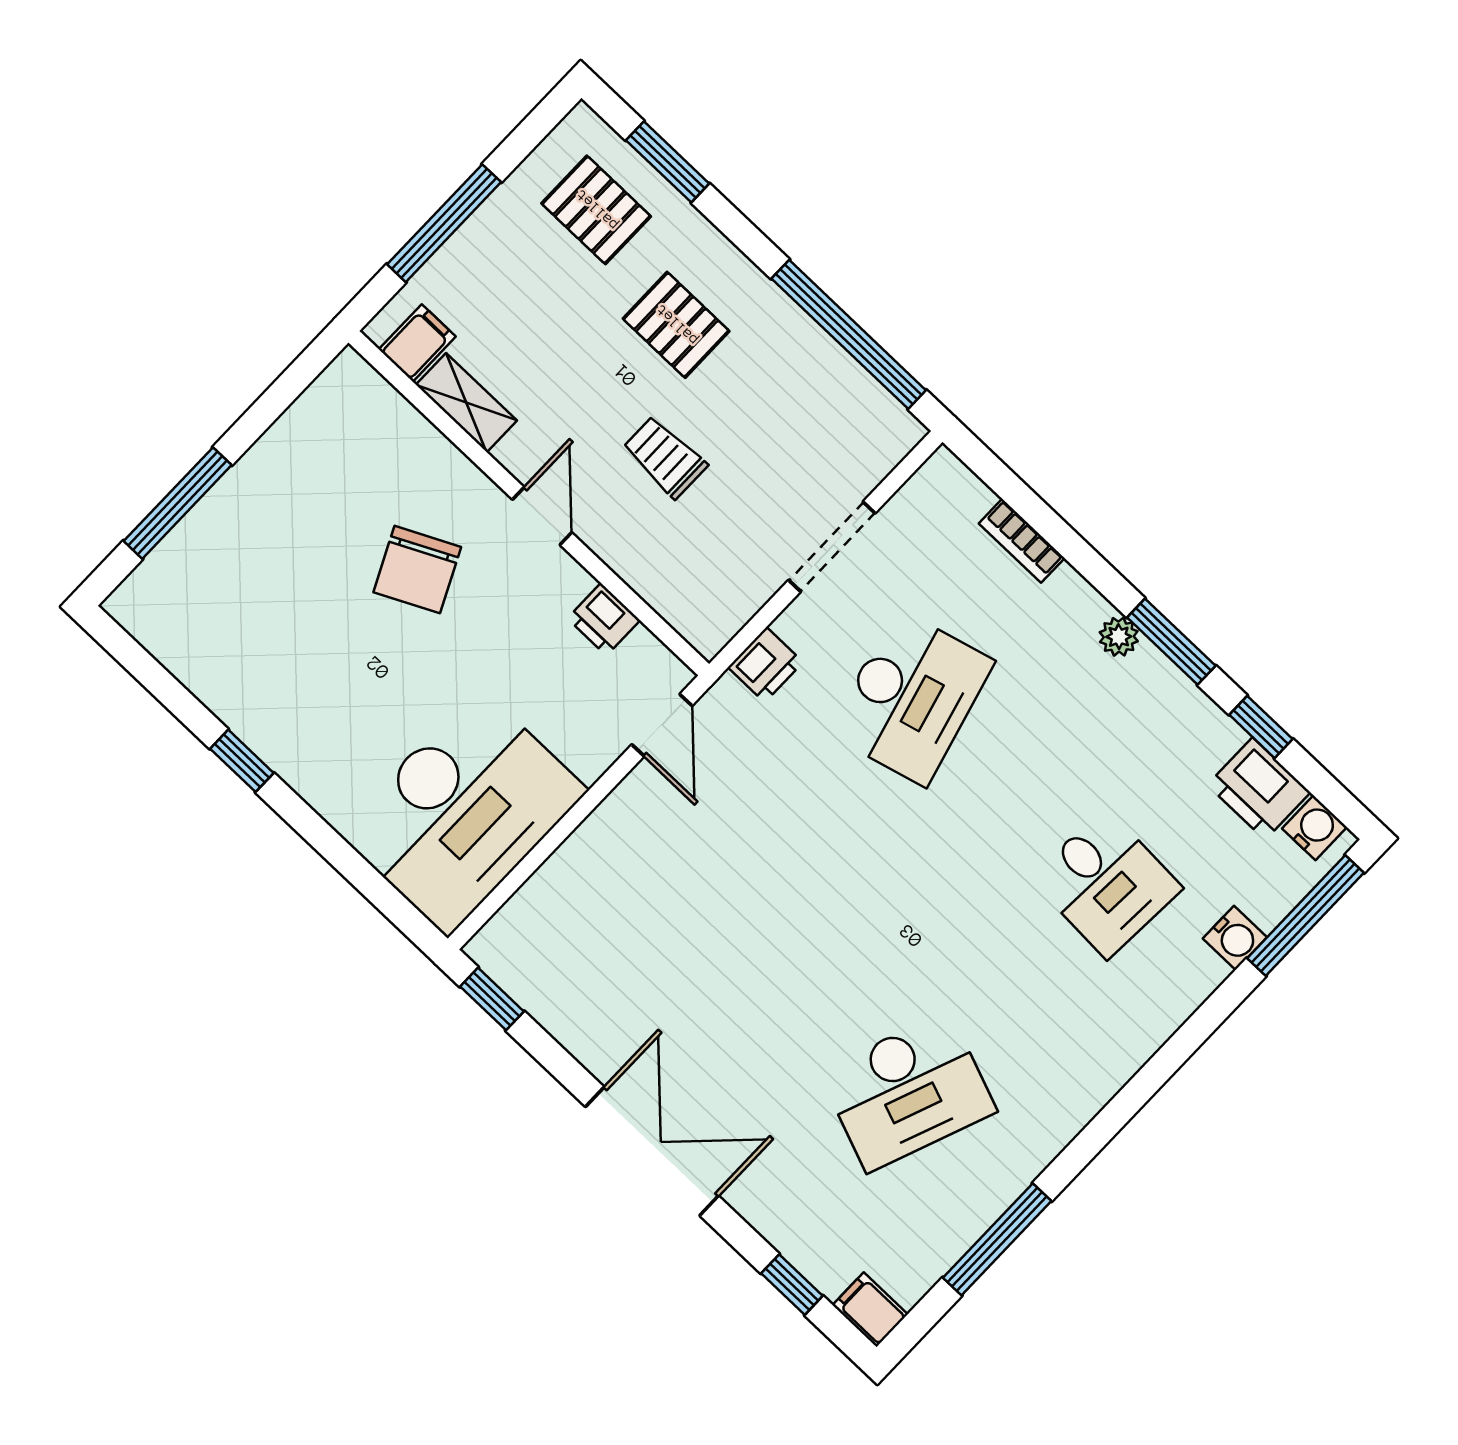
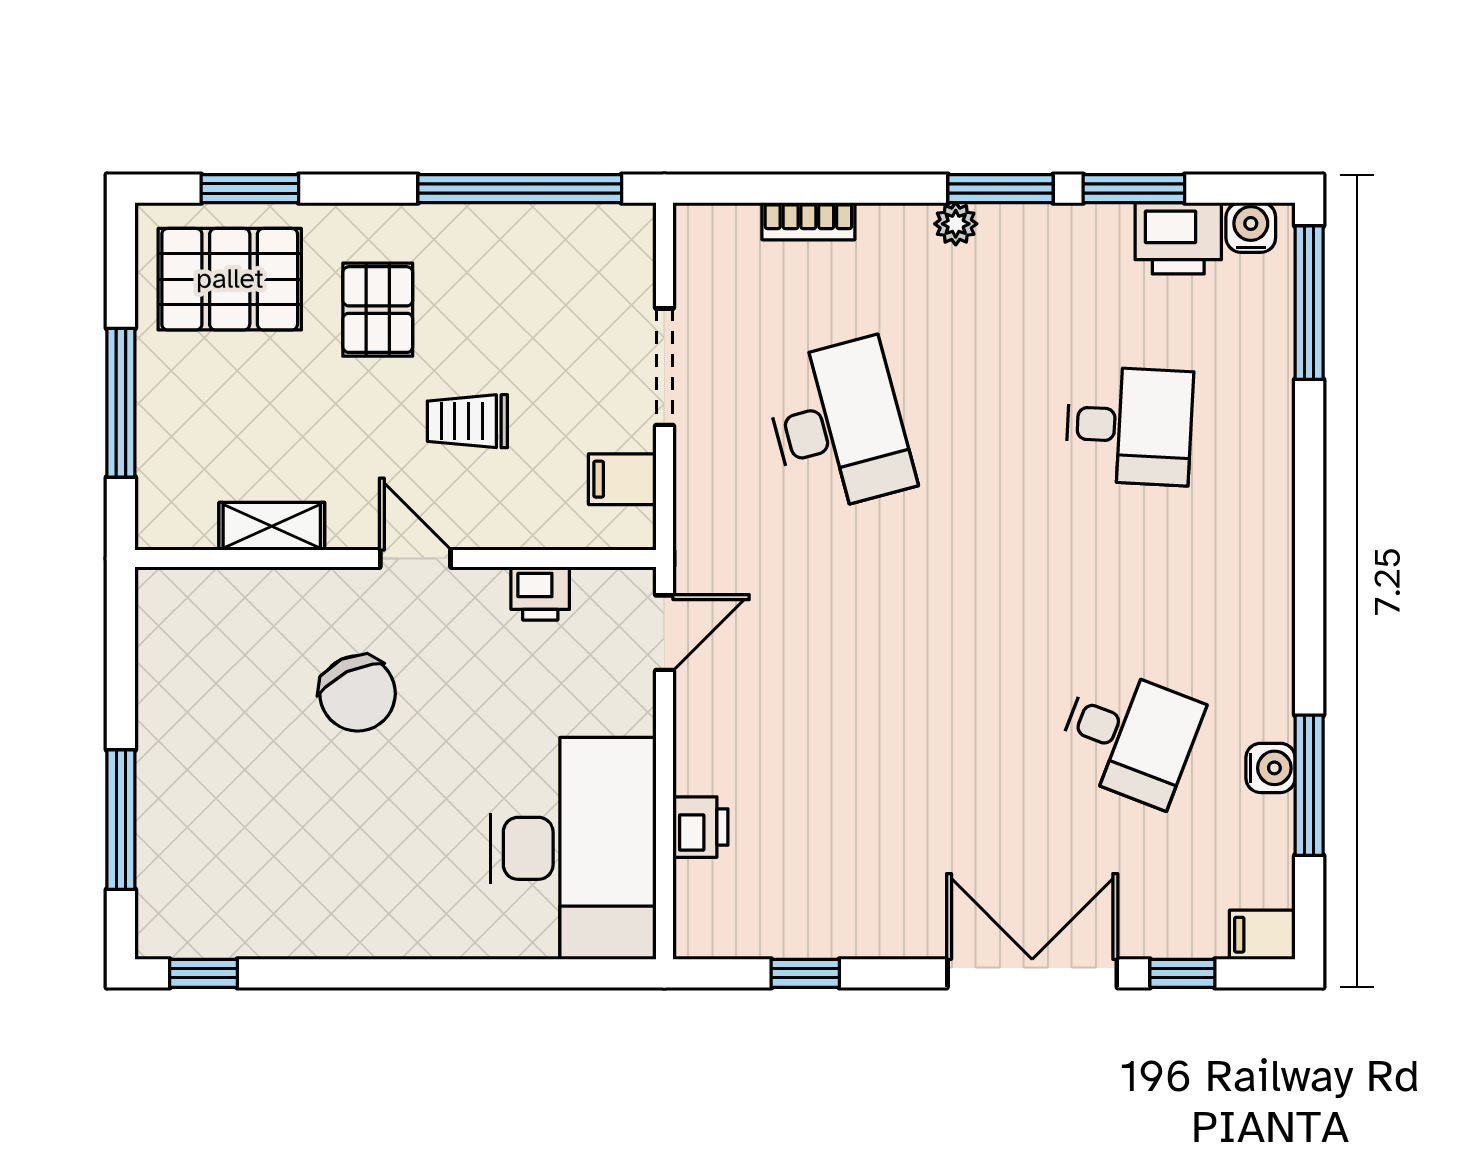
pallet: (596, 210) -> (230, 279), width x1.50, depth x1.42
pallet: (676, 325) -> (378, 310), turned 90
filing cabinet: (417, 343) -> (622, 479), moved, turned -90
printer: (765, 665) -> (700, 827), moved
door: (662, 725) -> (665, 633), hinge flipped
window: (1261, 727) -> (1134, 189), width x1.50
window: (242, 761) -> (203, 973), moved
water cooler: (1235, 938) -> (1270, 768), moved
window: (492, 999) -> (805, 973), moved
desk: (908, 1092) -> (1129, 736), width x0.73
double door: (652, 1151) -> (1032, 973), moved

